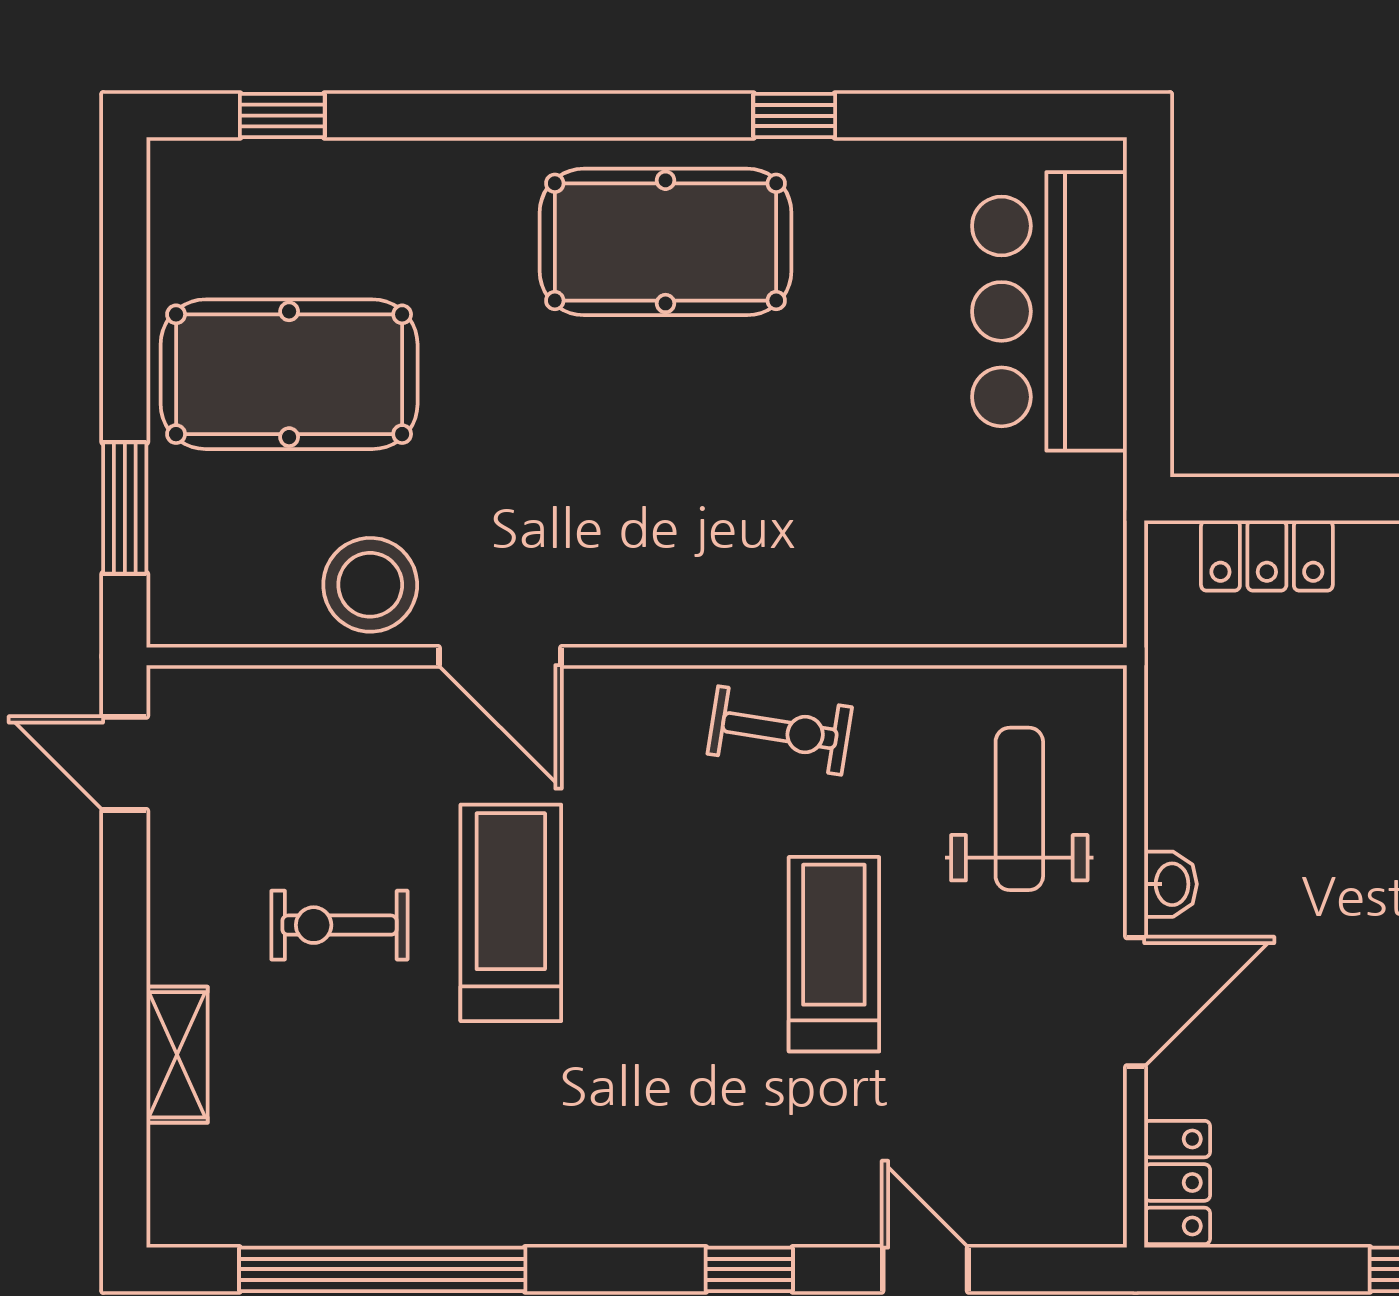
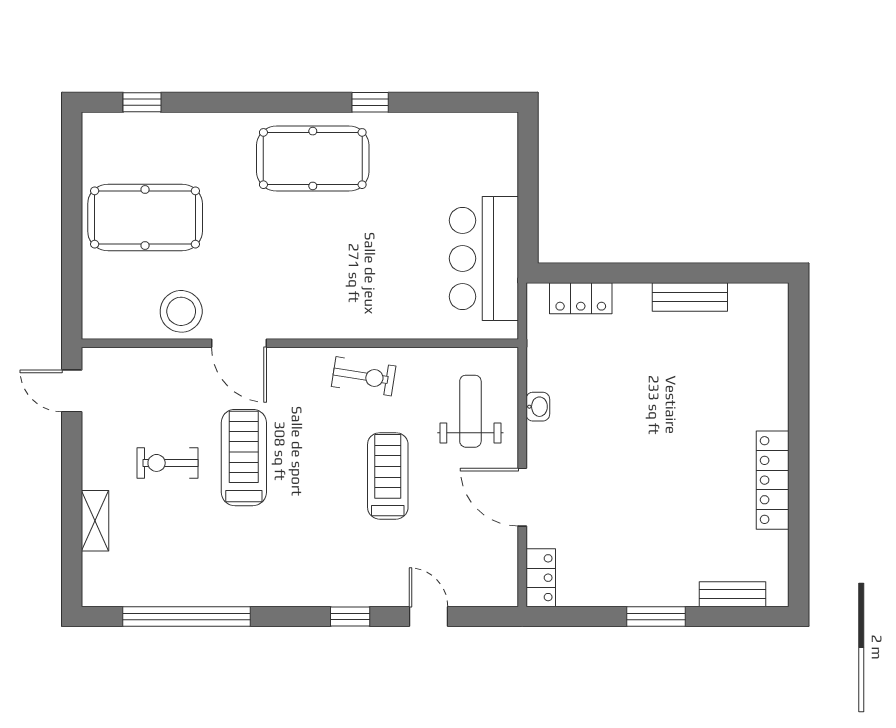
bar counter: (1049, 311) -> (484, 258), moved
window: (125, 508) -> (72, 277), removed
washbasin: (1170, 884) -> (538, 407), moved
door: (1135, 1002) -> (522, 497), swing flipped

